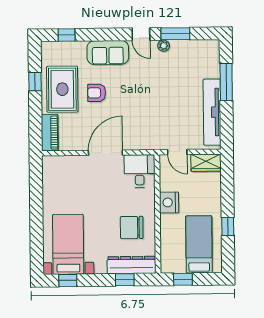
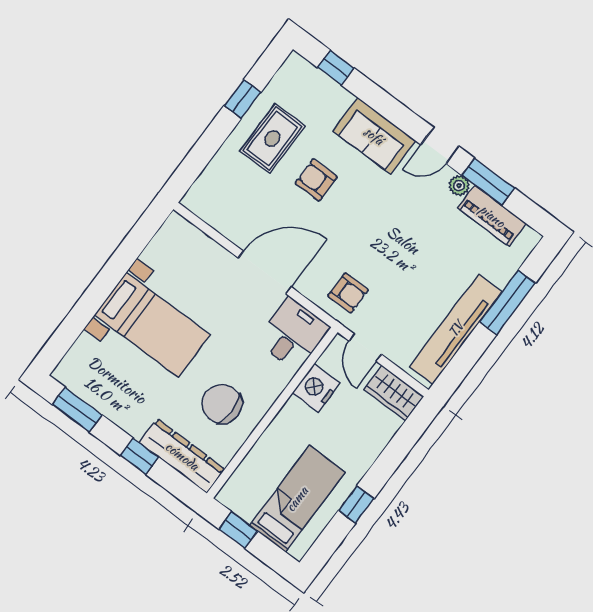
door: (141, 34) -> (440, 146), hinge flipped
rug: (62, 89) -> (272, 138), width x0.73, depth x0.70
piano: (50, 133) -> (492, 216), moved, turned 90
armchair: (150, 133) -> (348, 293), added
nightstand: (169, 202) -> (316, 388), moved
bed with nightstands: (68, 244) -> (152, 325), moved, turned 90
window: (68, 280) -> (77, 410), width x1.50
window: (125, 280) -> (140, 456), moved

